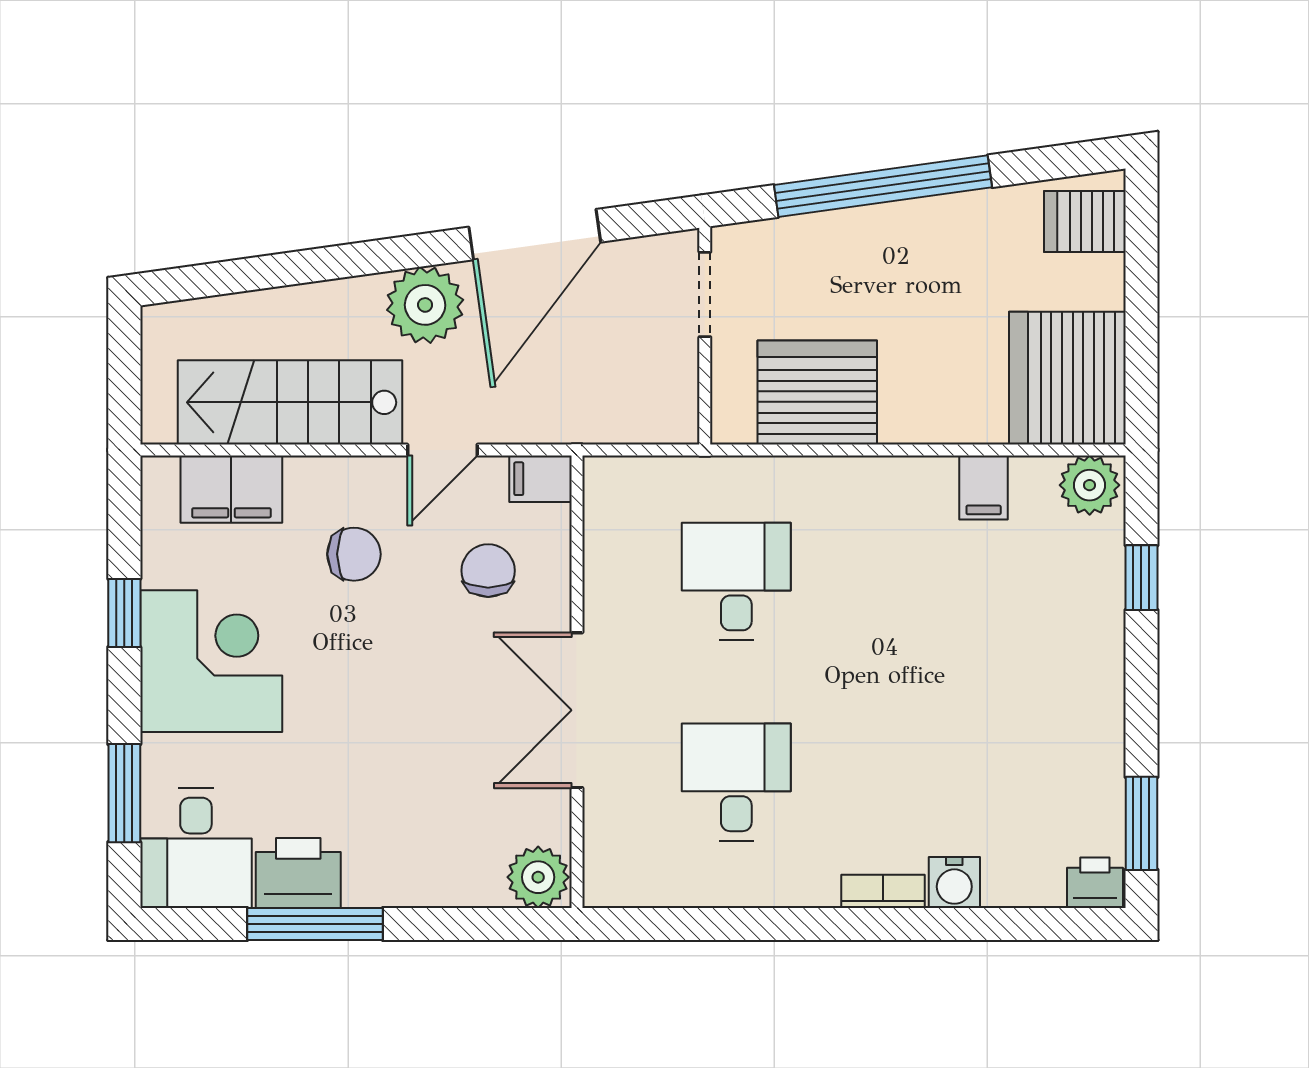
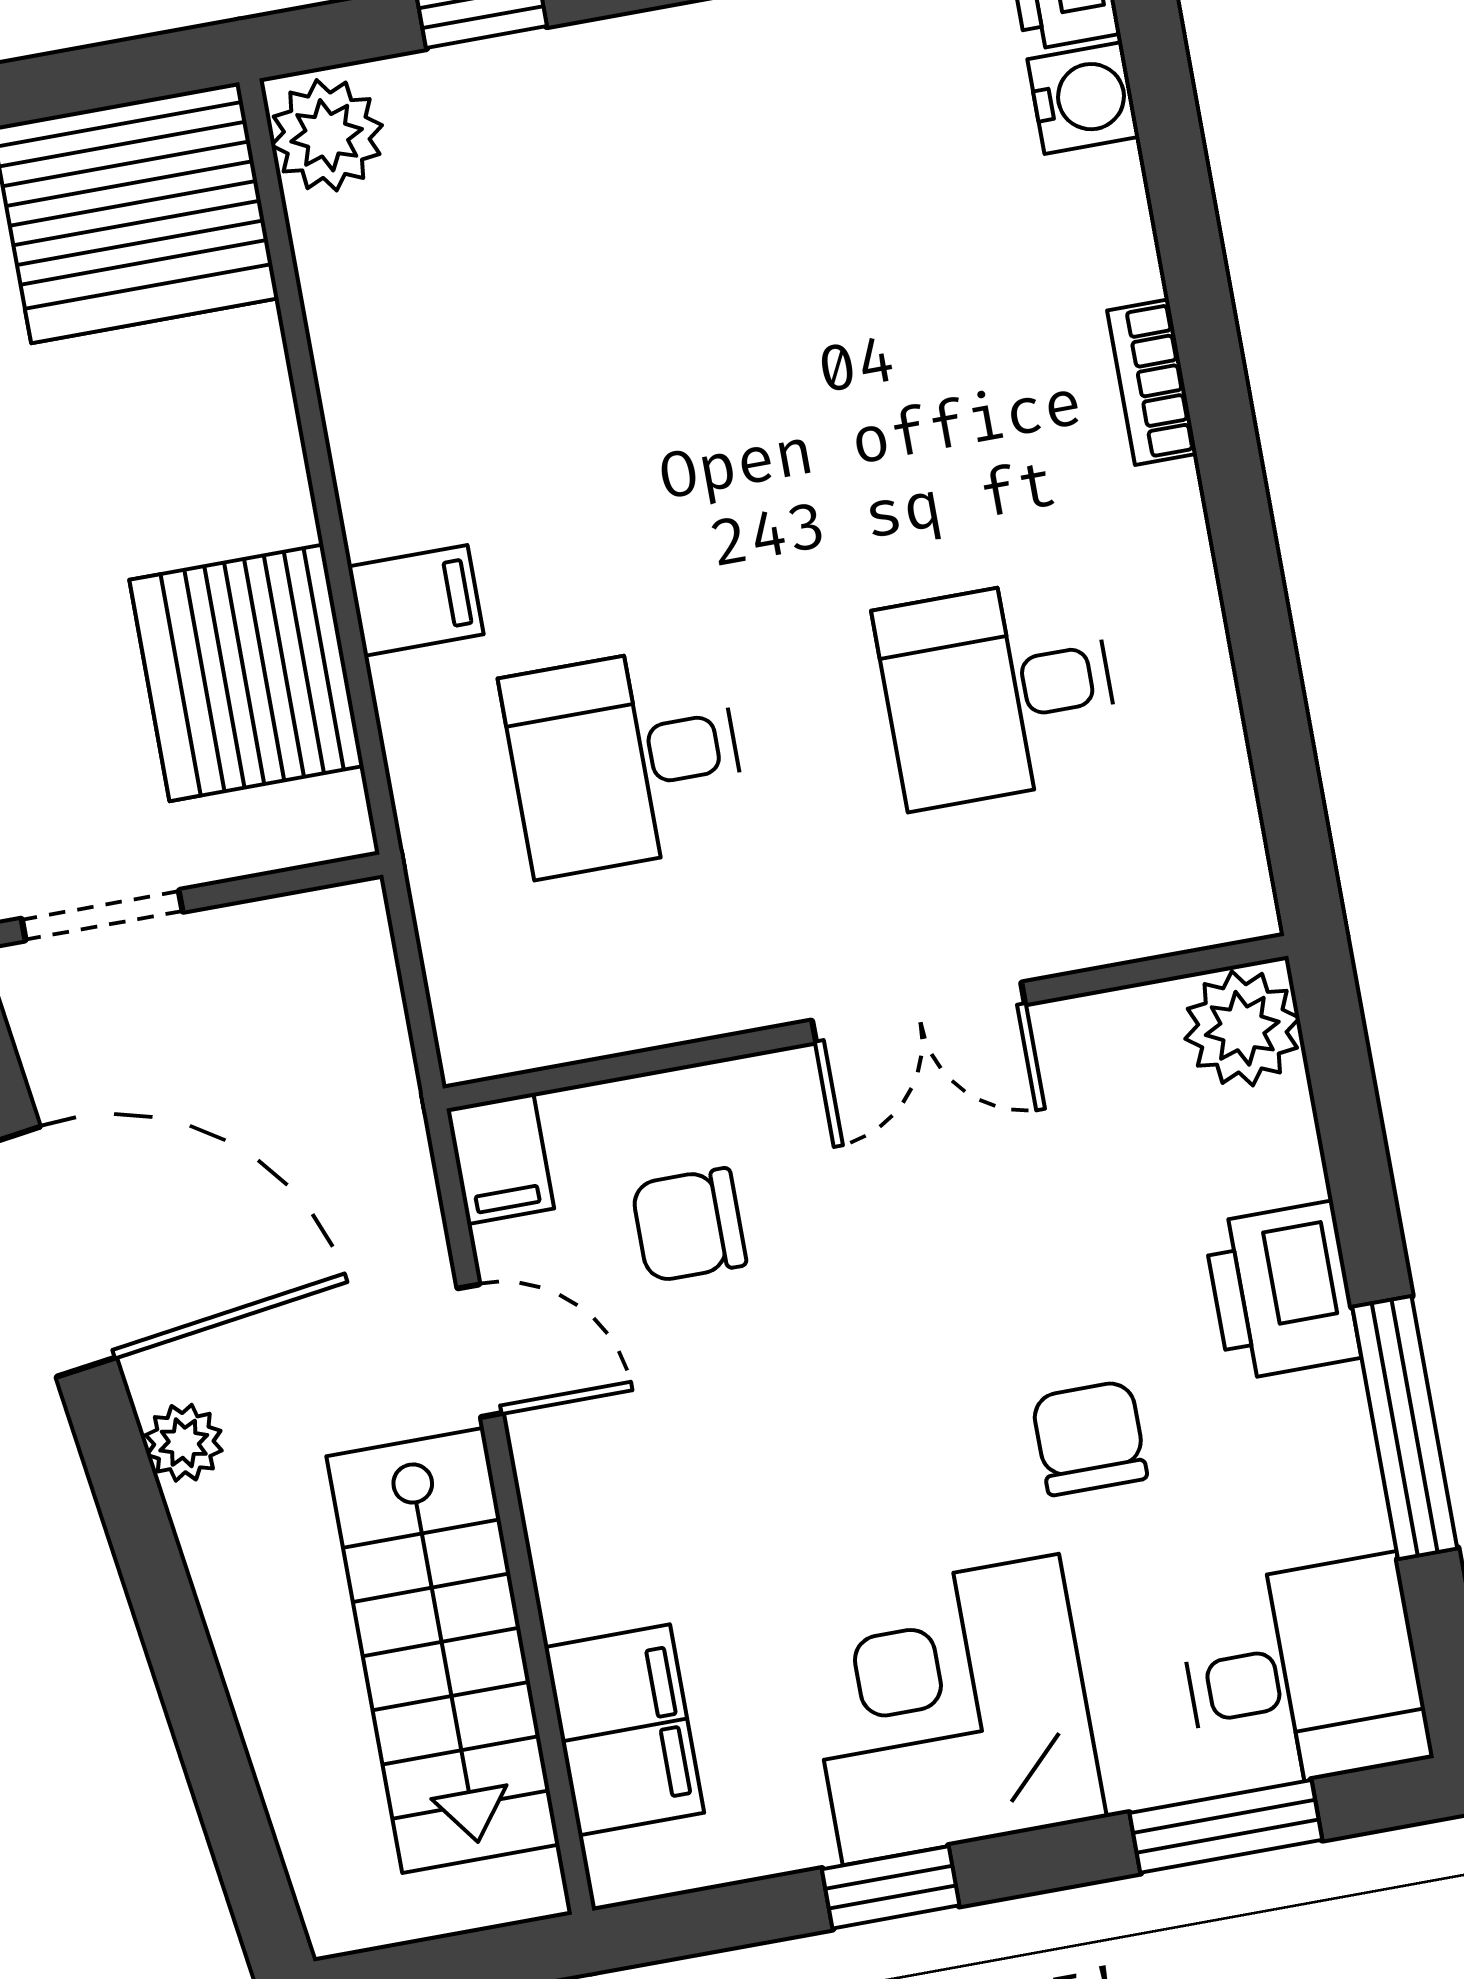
plant: (425, 305) -> (184, 1443), width x0.53, depth x0.53
filing cabinet: (984, 487) -> (416, 600), moved
chair: (354, 554) -> (1089, 1438), moved
double door: (577, 710) -> (919, 1012), width x0.73
printer: (298, 873) -> (1282, 1291), moved
water cooler: (954, 882) -> (1083, 98), moved

